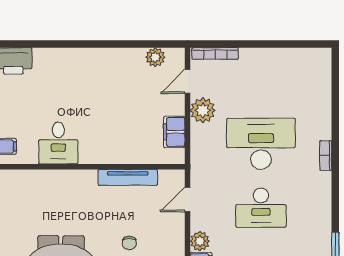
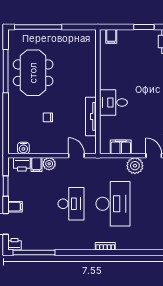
desk: (58, 143) -> (113, 102), moved
desk: (261, 208) -> (71, 204), turned 180

